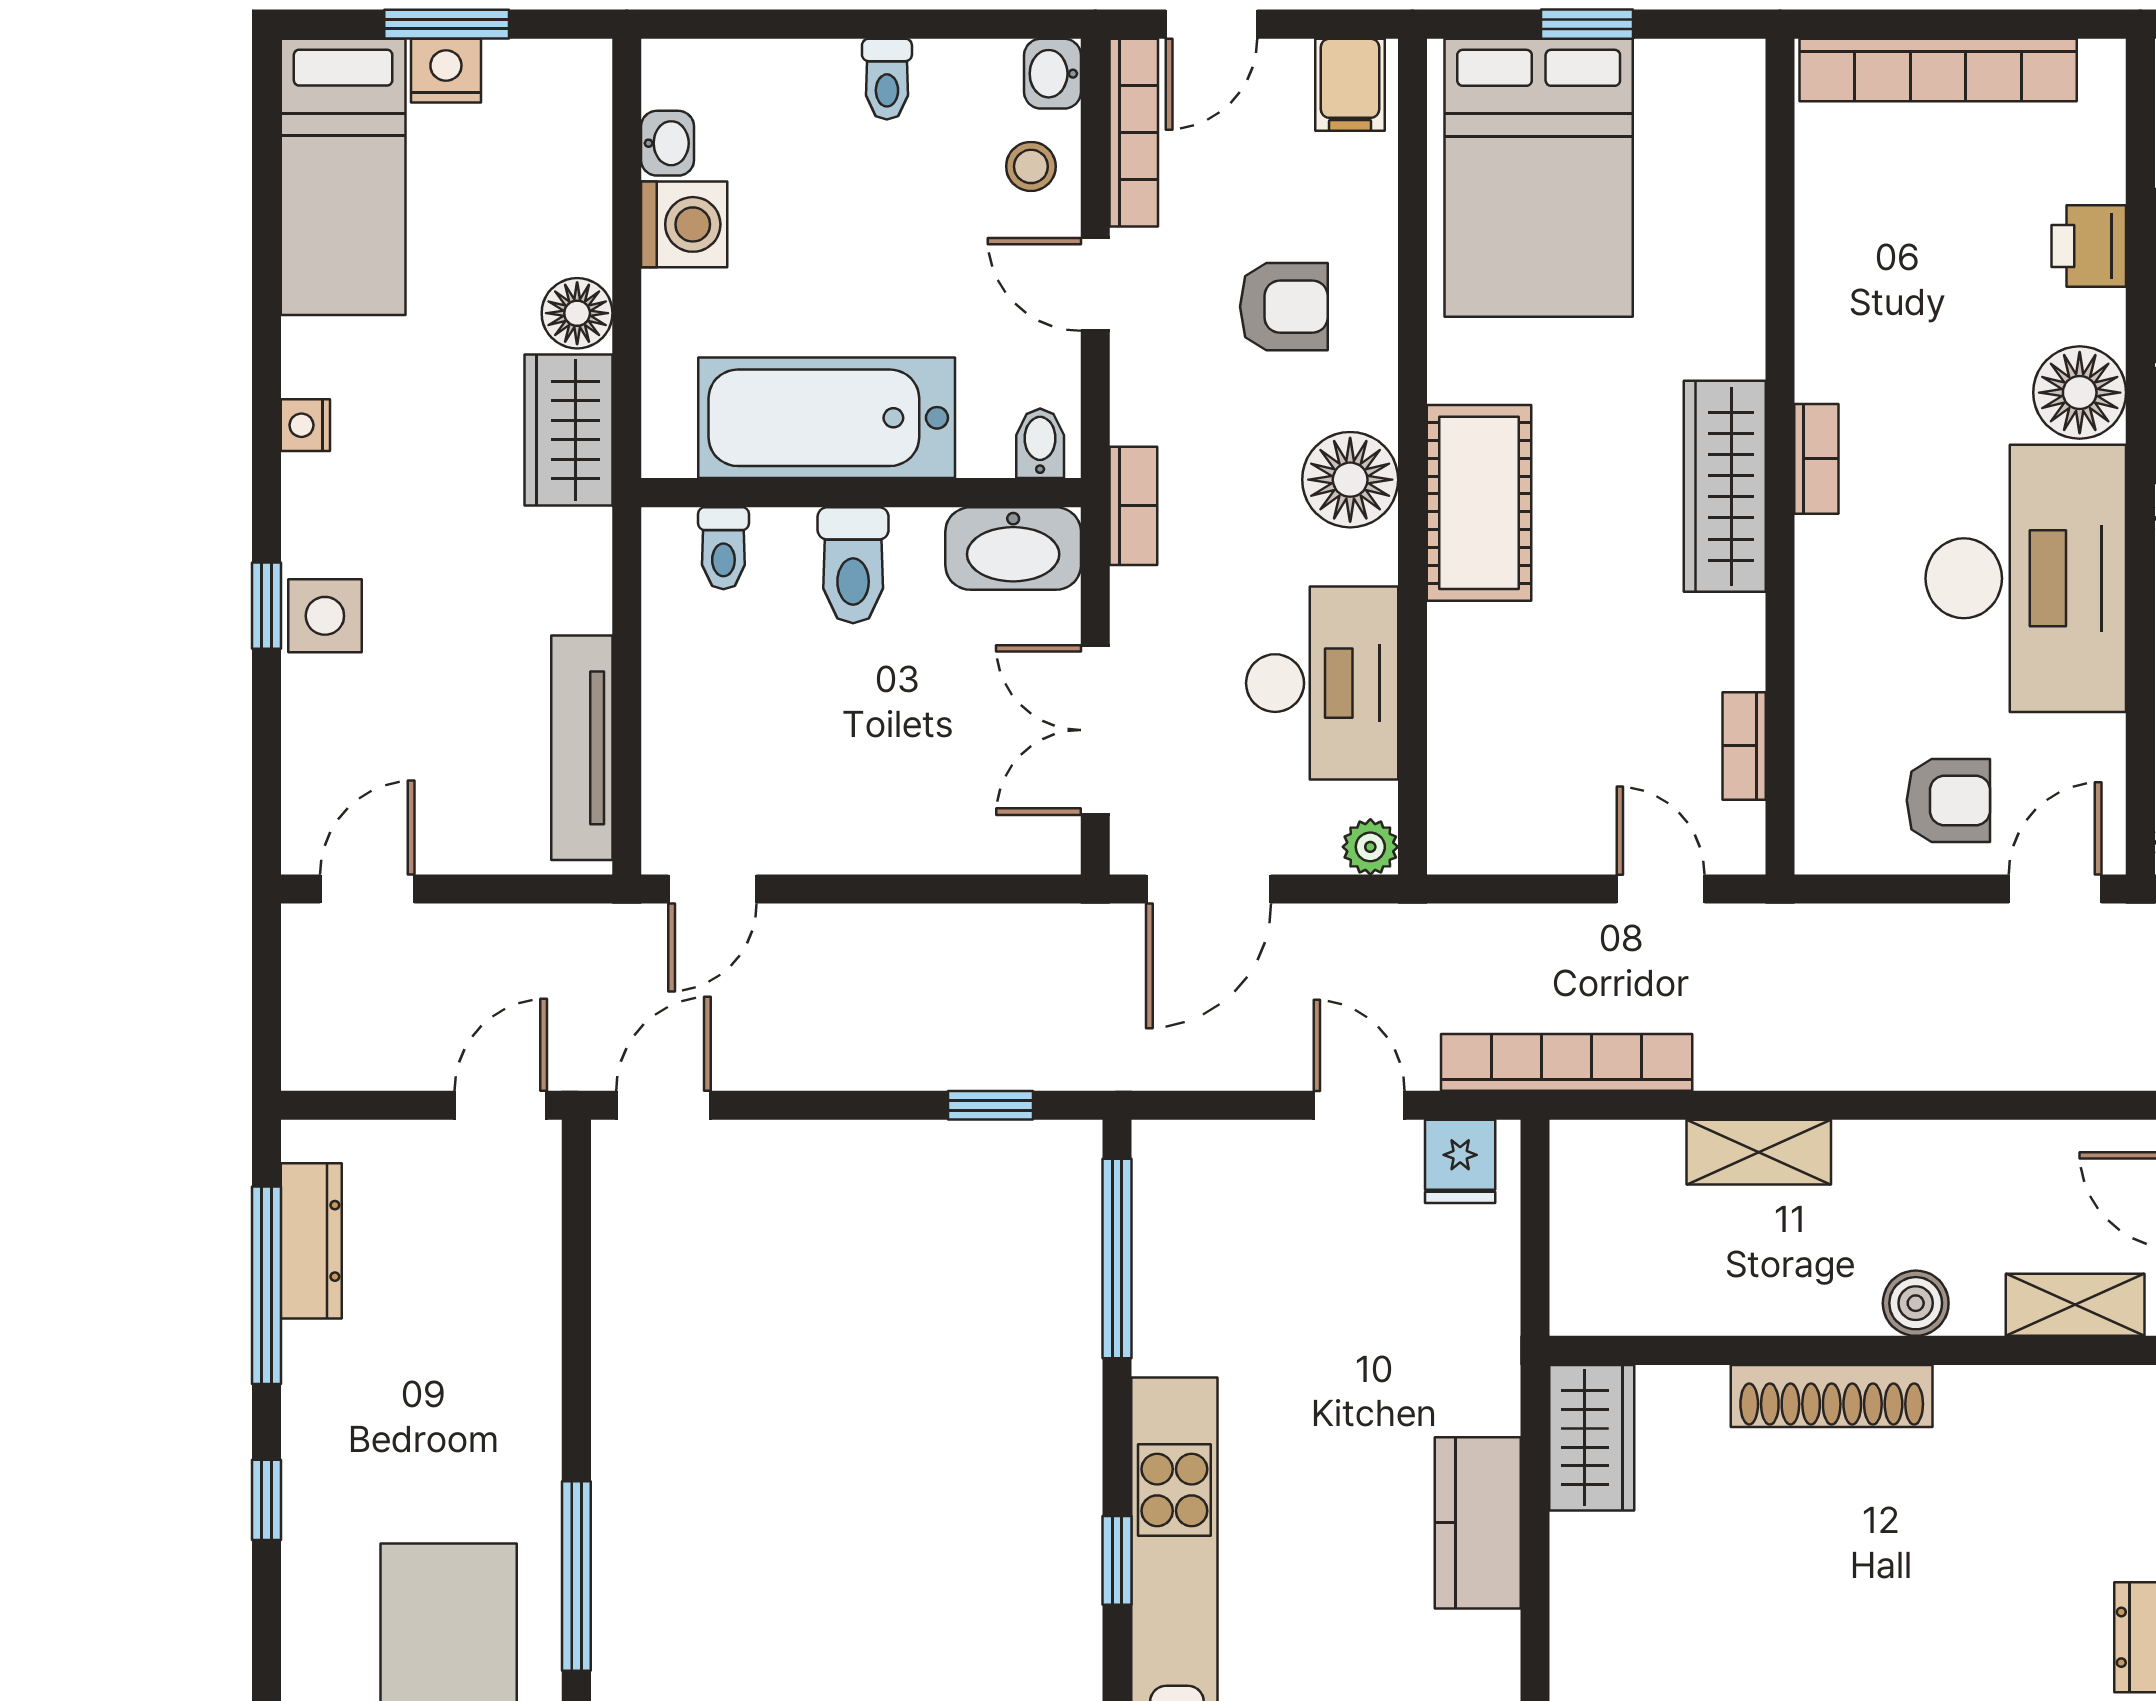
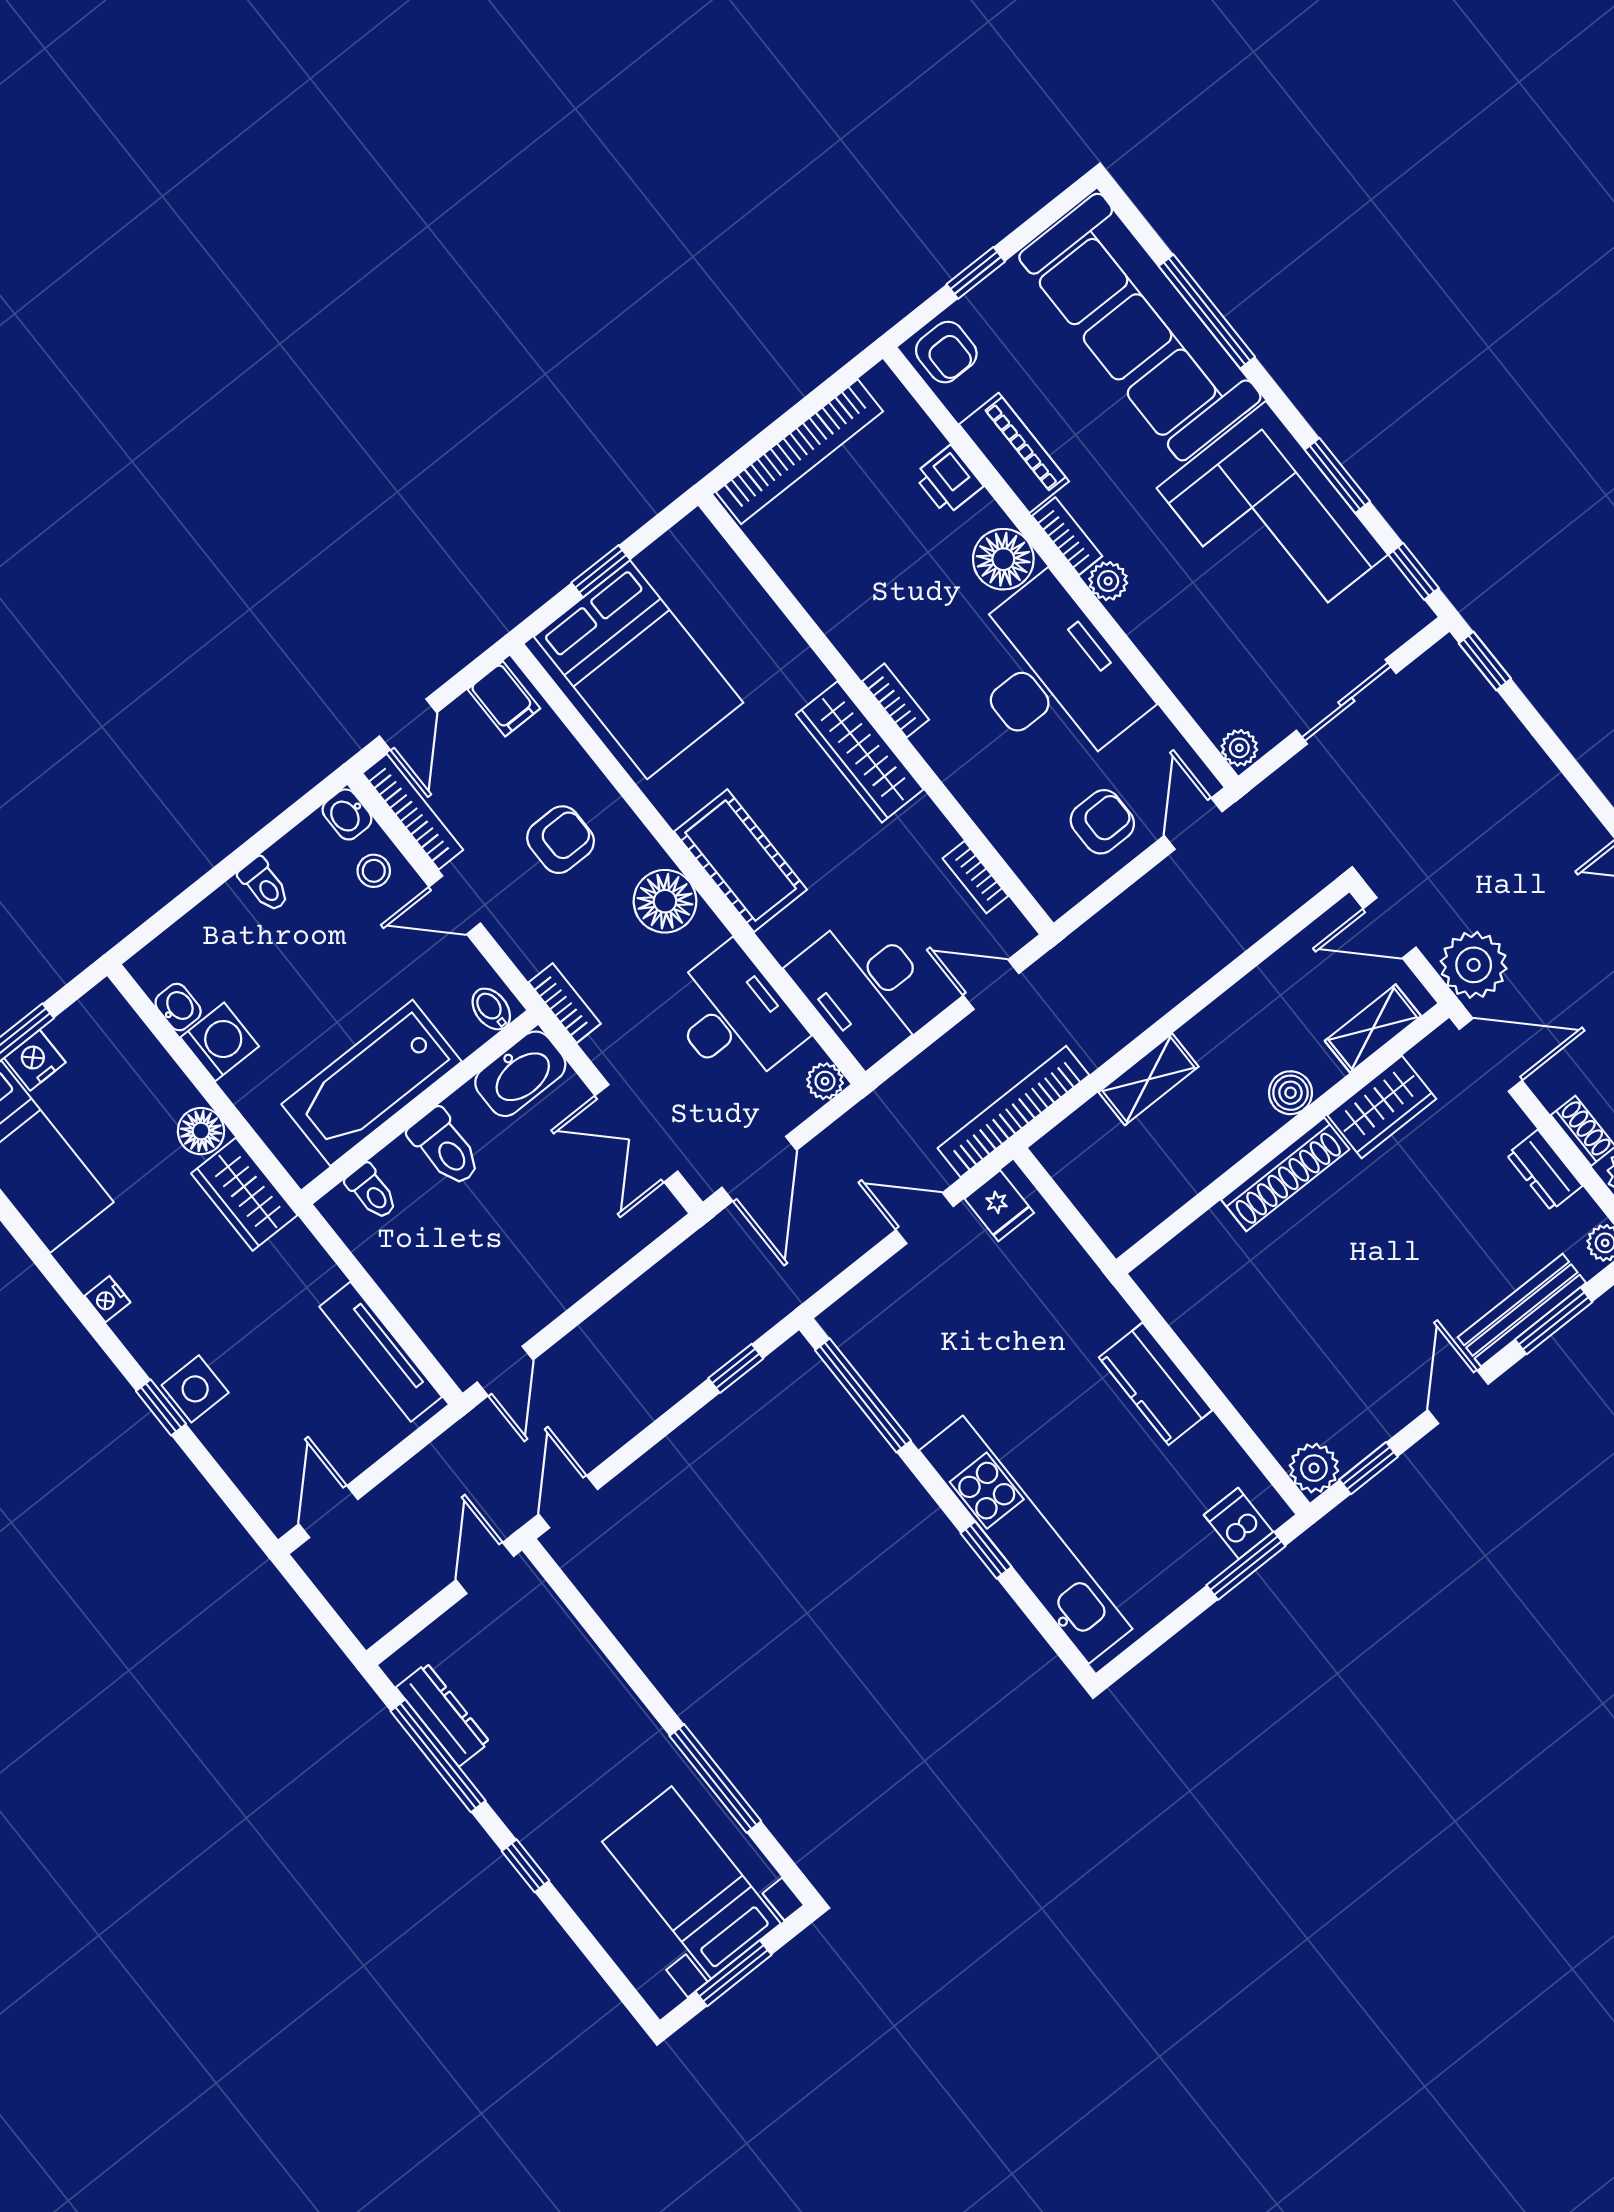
desk: (1507, 773) -> (865, 988), added
wardrobe: (1592, 1438) -> (1382, 1107), moved, turned 90

